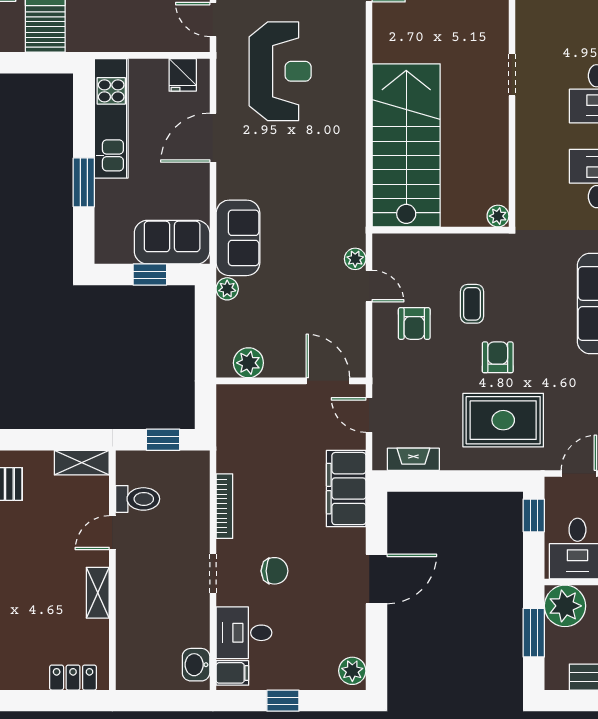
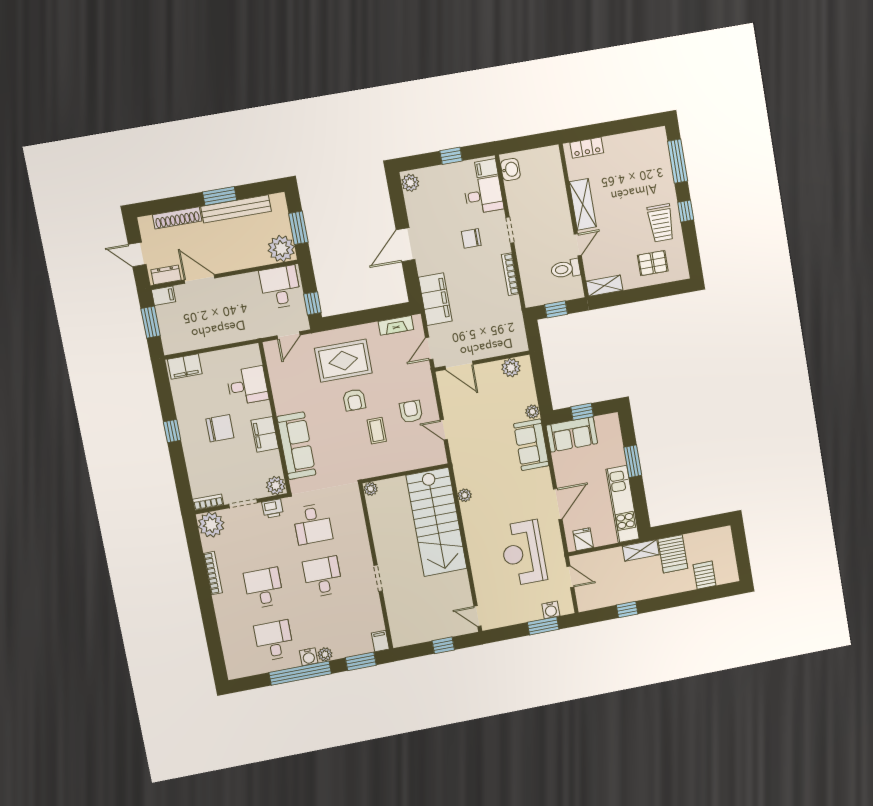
shelving: (95, 40) -> (641, 550), added
plant: (355, 259) -> (465, 495), moved
door: (369, 415) -> (429, 348), swing flipped
shelving: (98, 593) -> (583, 204), width x1.50, depth x1.33

